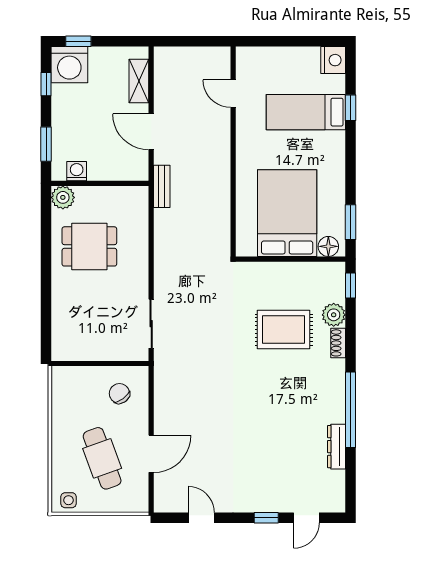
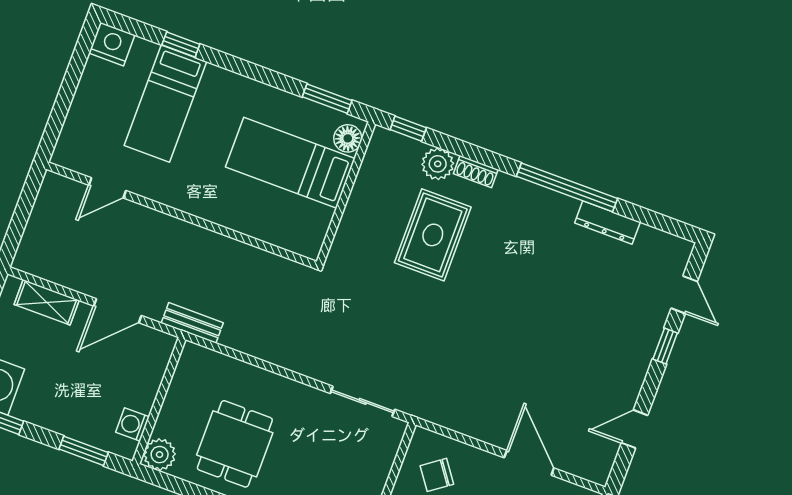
bed: (287, 213) -> (290, 163), width x0.67

